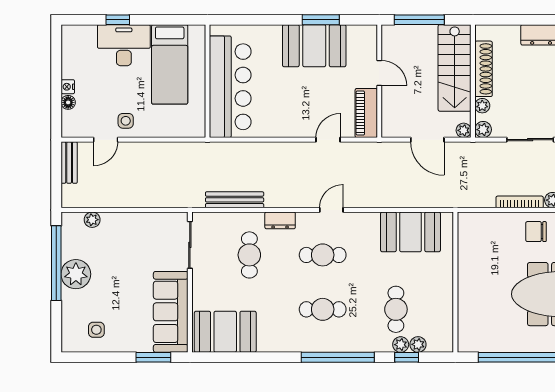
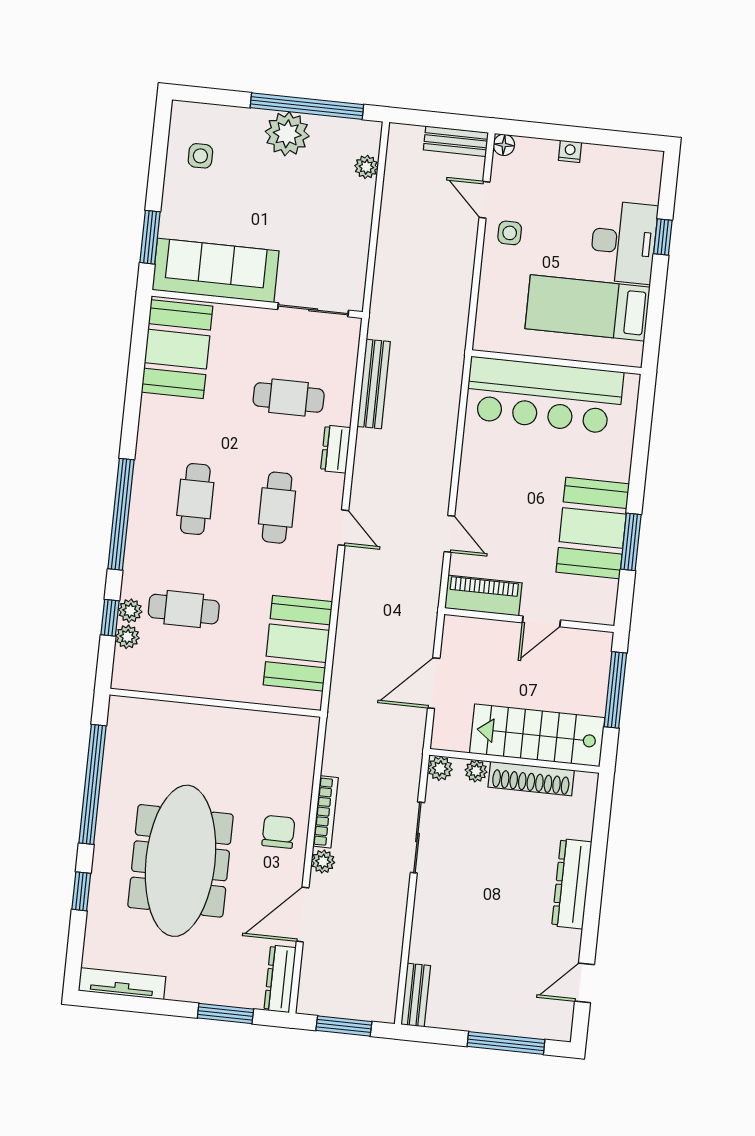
floor lamp: (68, 102) -> (504, 145), moved
plant: (464, 130) -> (442, 739), removed

